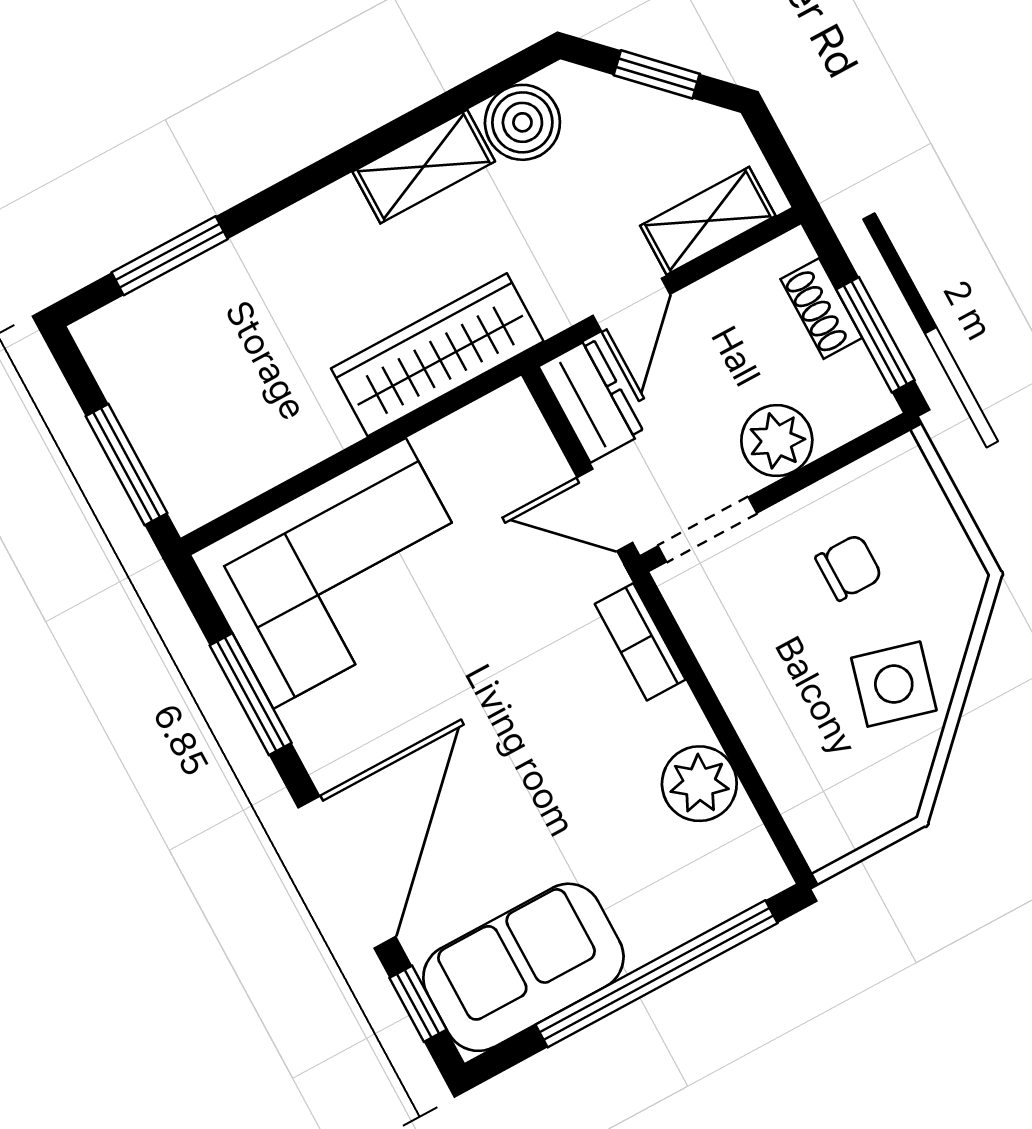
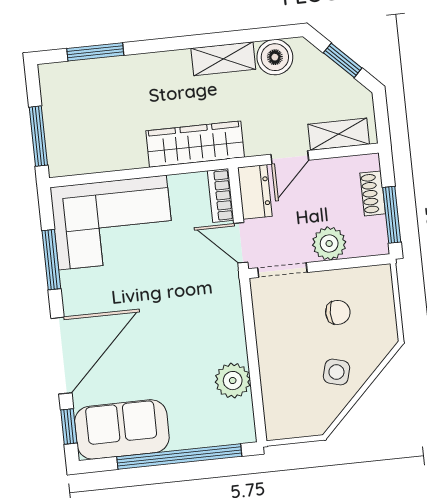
bookcase: (640, 642) -> (221, 196), moved
side table: (894, 684) -> (336, 372), width x0.73, depth x0.73

